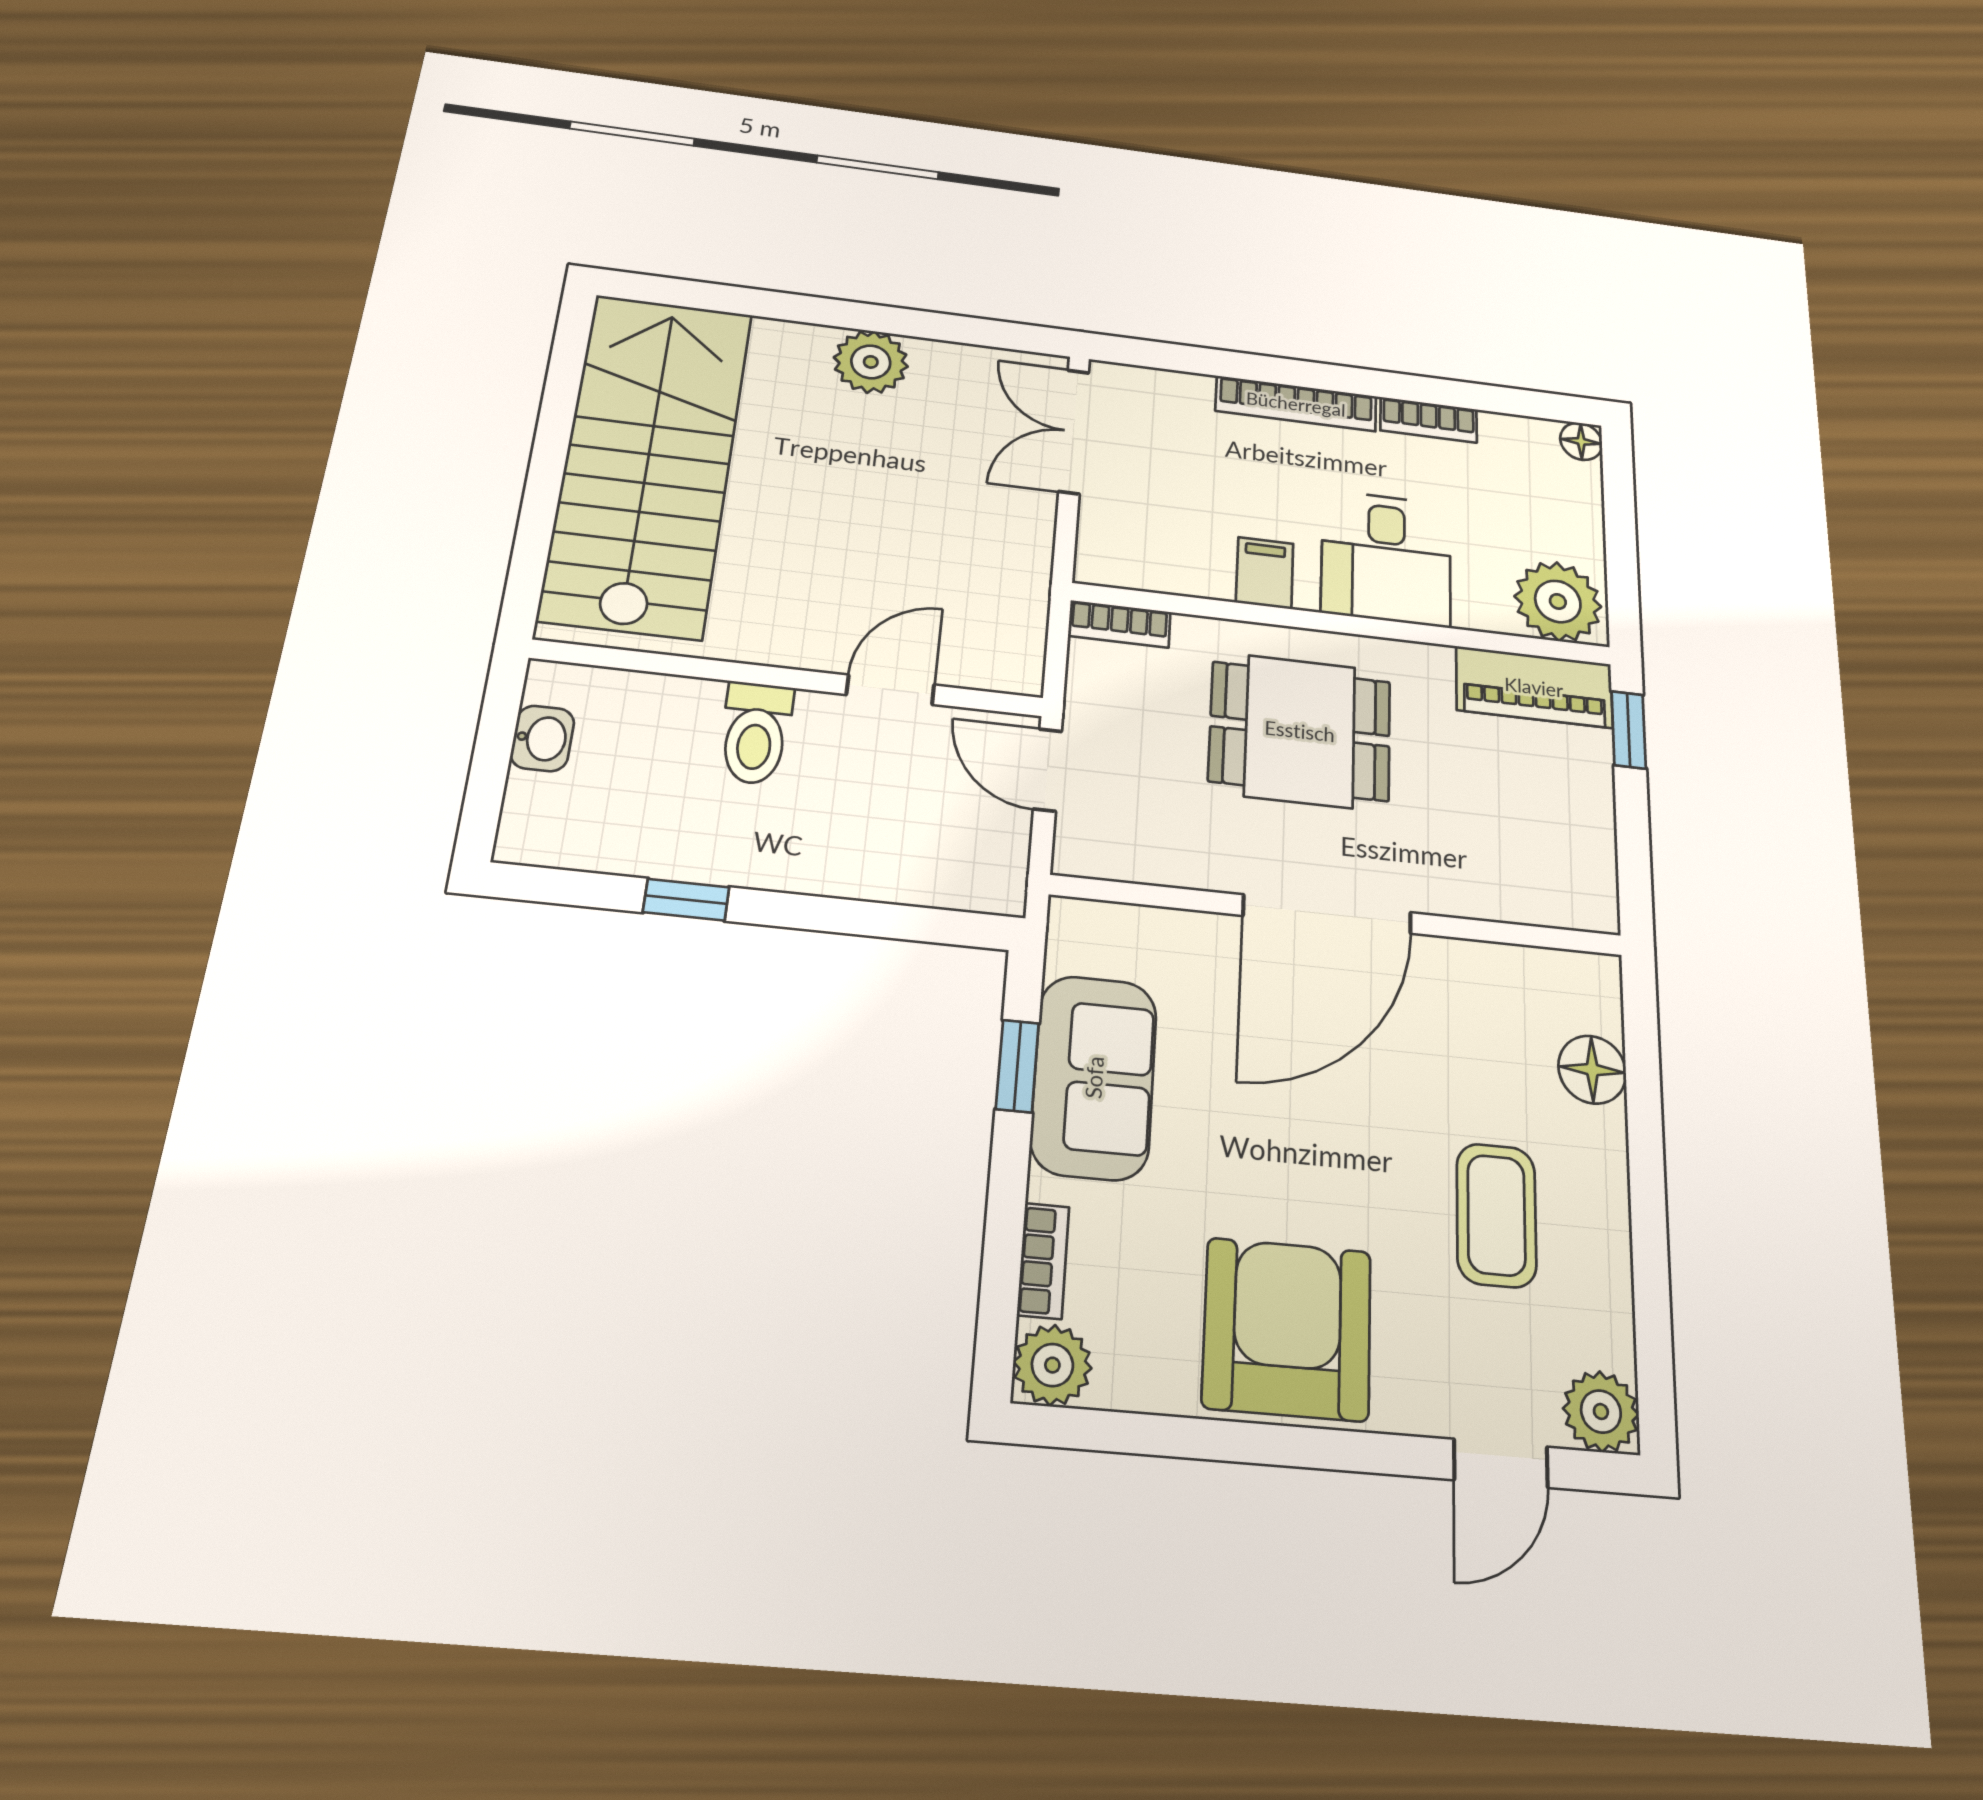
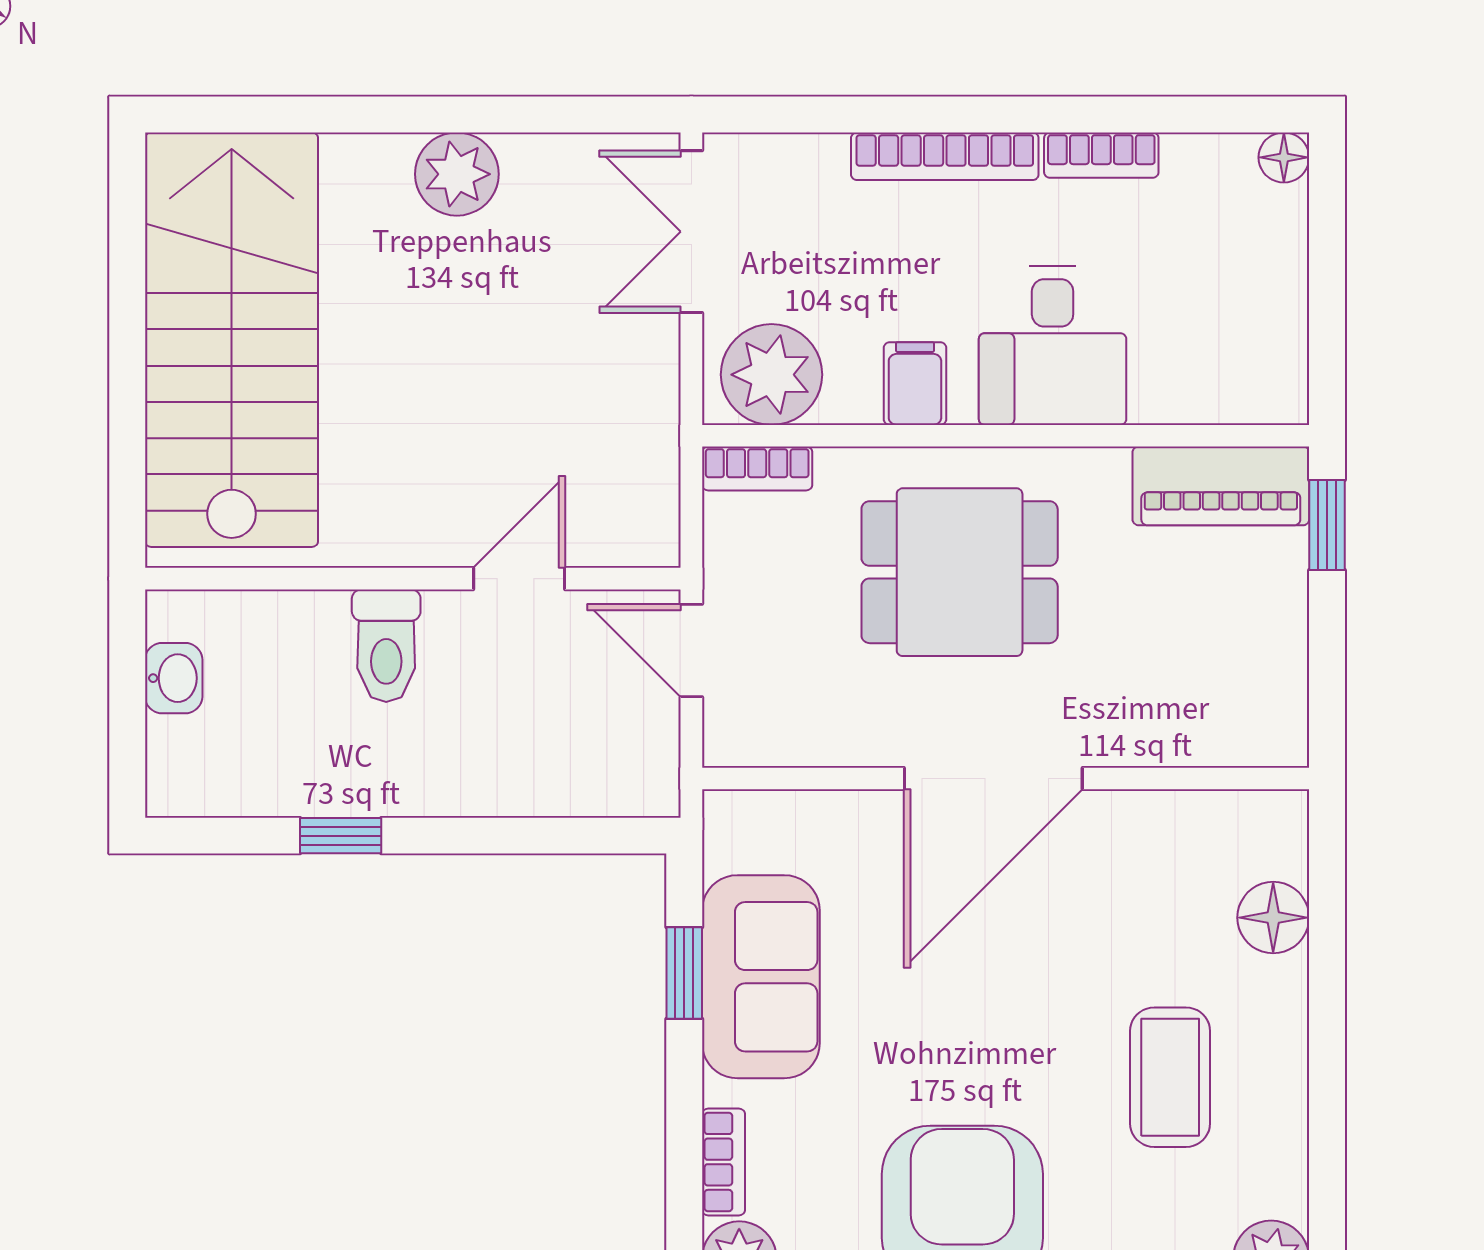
plant: (1558, 601) -> (771, 375), moved

